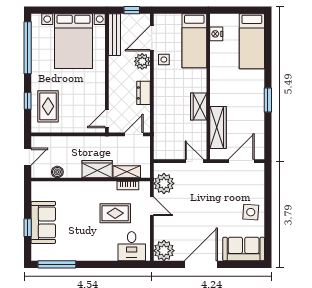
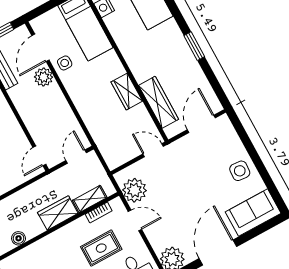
dresser: (144, 93) -> (63, 109), removed

